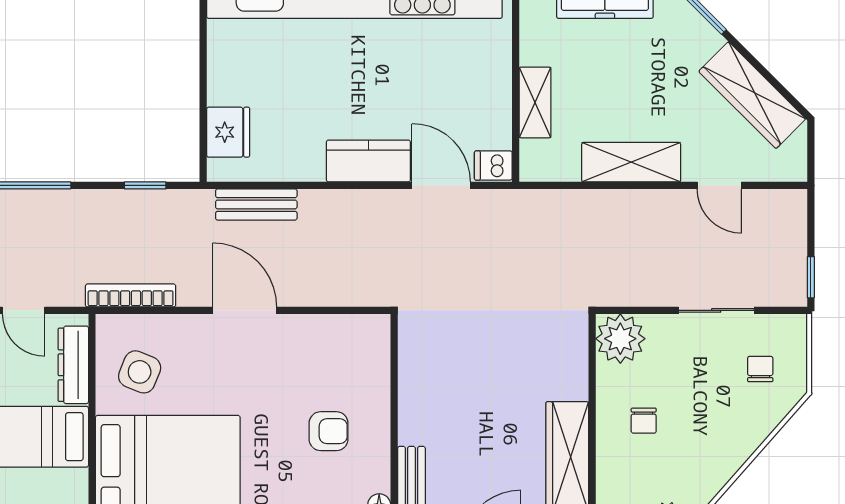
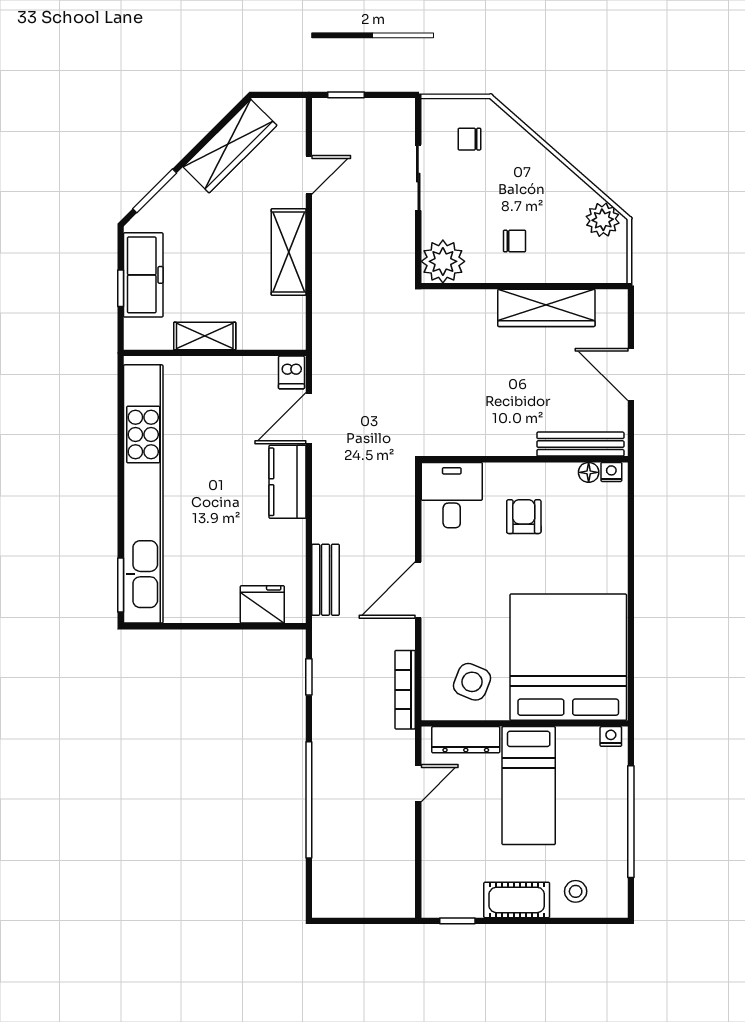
shelving: (535, 102) -> (205, 336), moved
window: (811, 277) -> (346, 95), moved
desk: (353, 349) -> (452, 495), added

